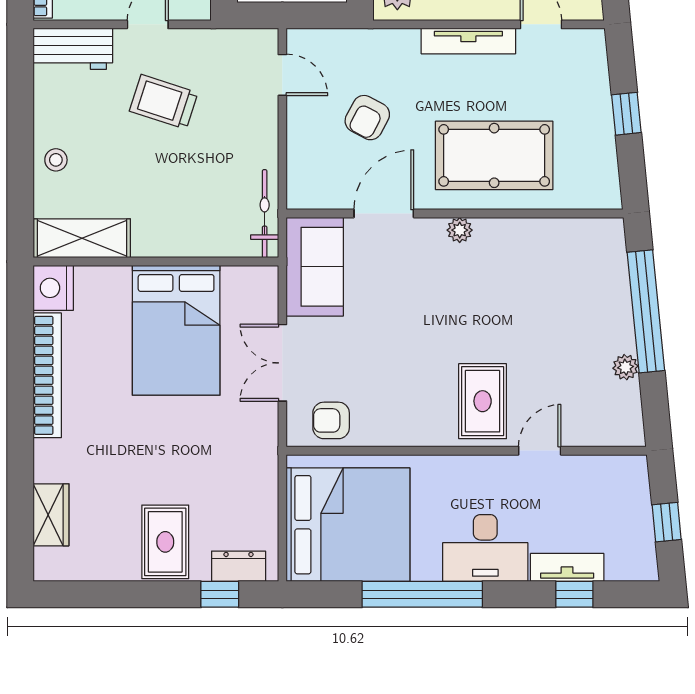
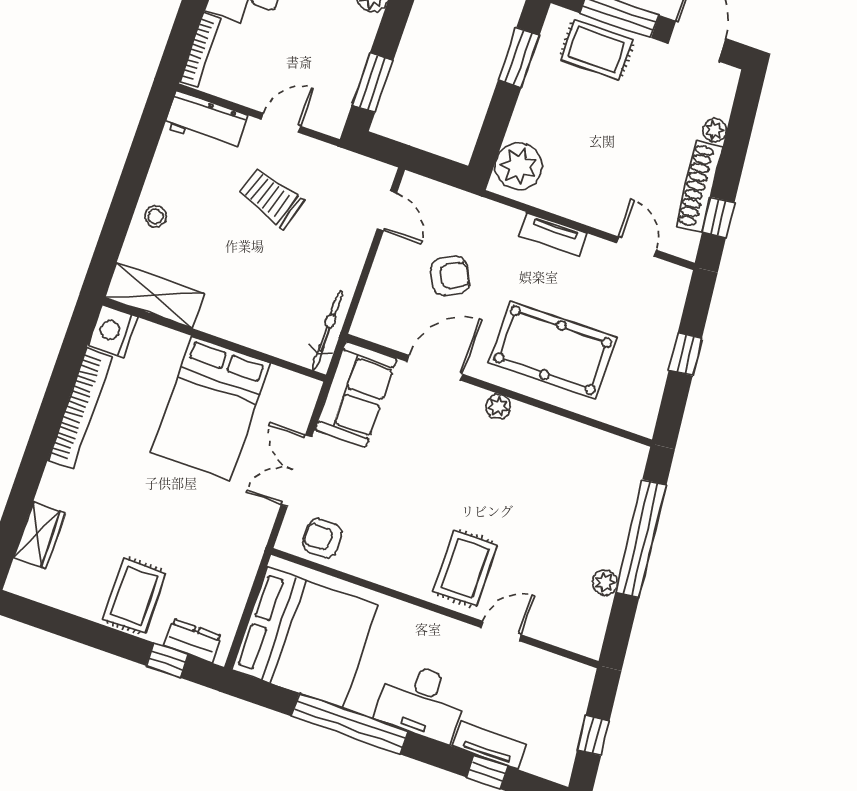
tv unit: (468, 41) -> (553, 234), width x0.71
armchair: (367, 118) -> (450, 276), turned -145

